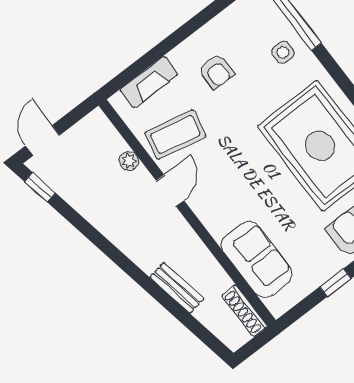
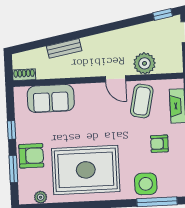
side table: (283, 52) -> (146, 184), width x1.87, depth x1.87
plant: (129, 161) -> (144, 63), width x1.87, depth x1.87
shoe rack: (245, 311) -> (24, 75), width x0.70

